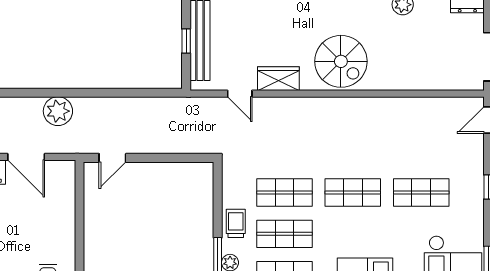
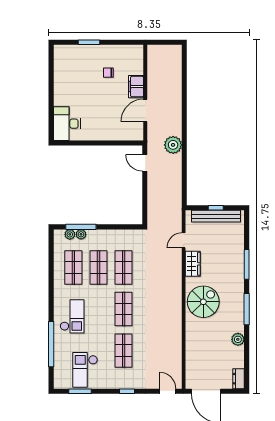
spiral stairs: (341, 61) -> (203, 302), turned 180
plant: (58, 111) -> (173, 145), moved
trolley: (236, 223) -> (105, 238), removed

